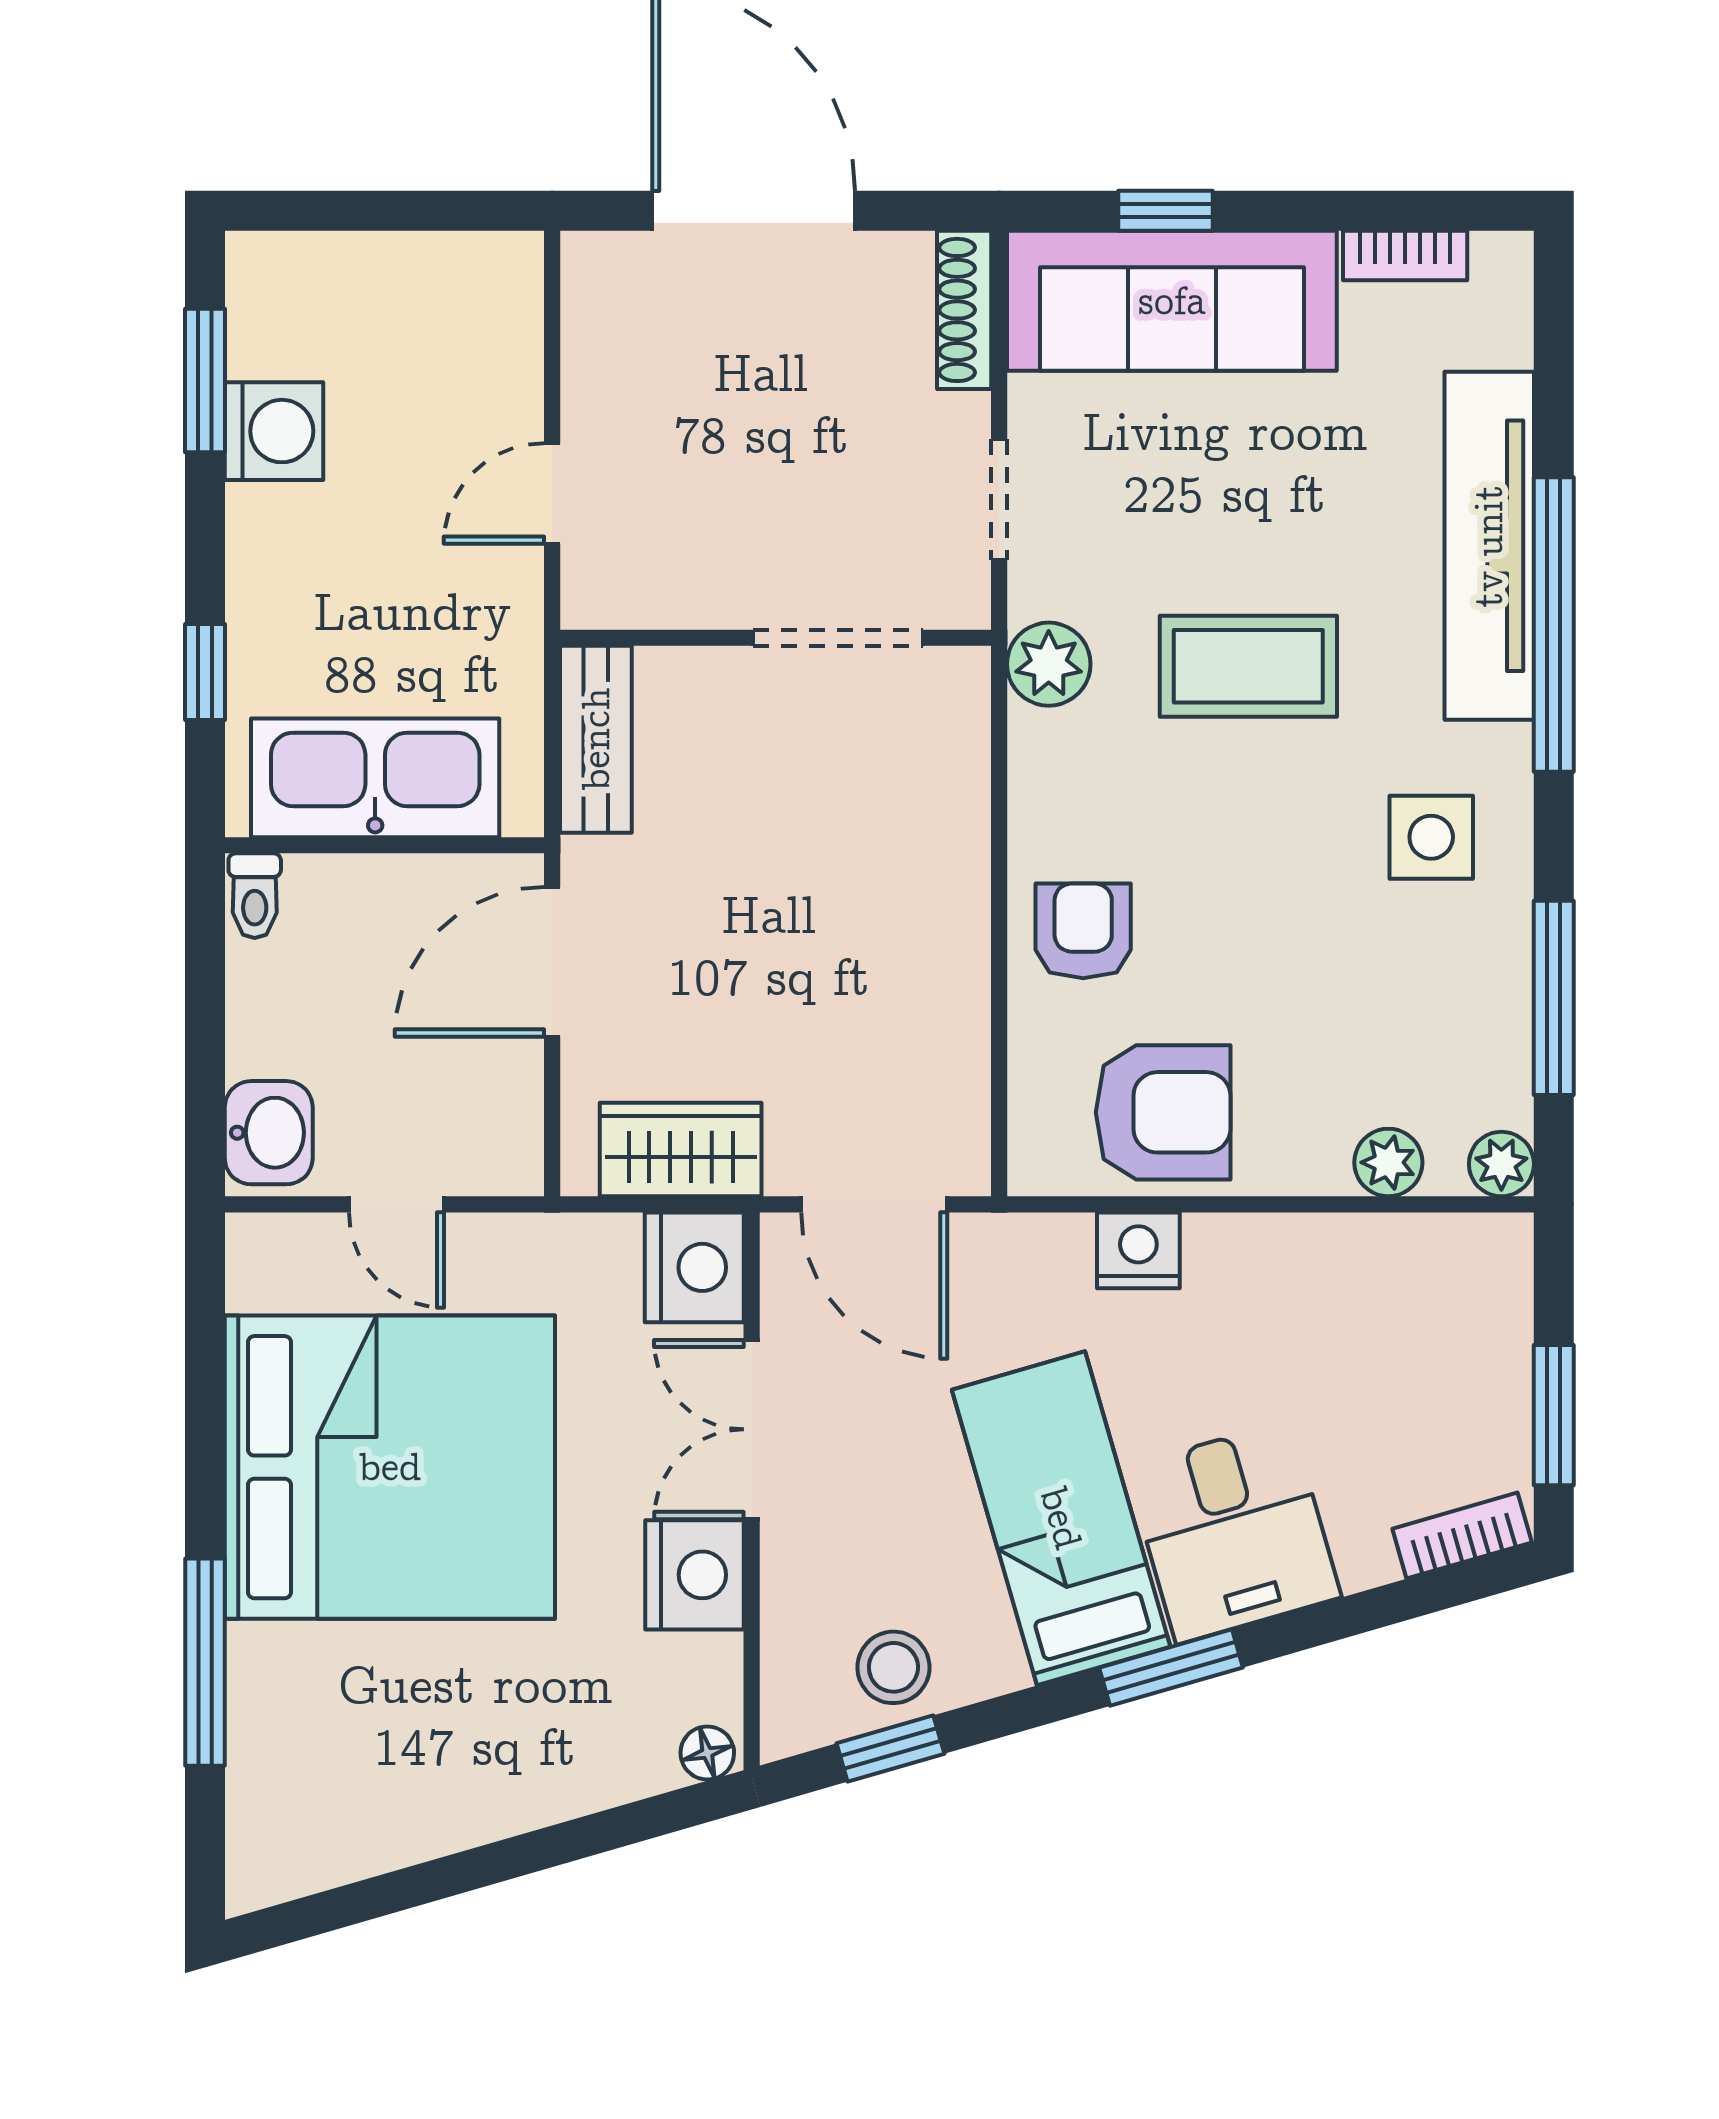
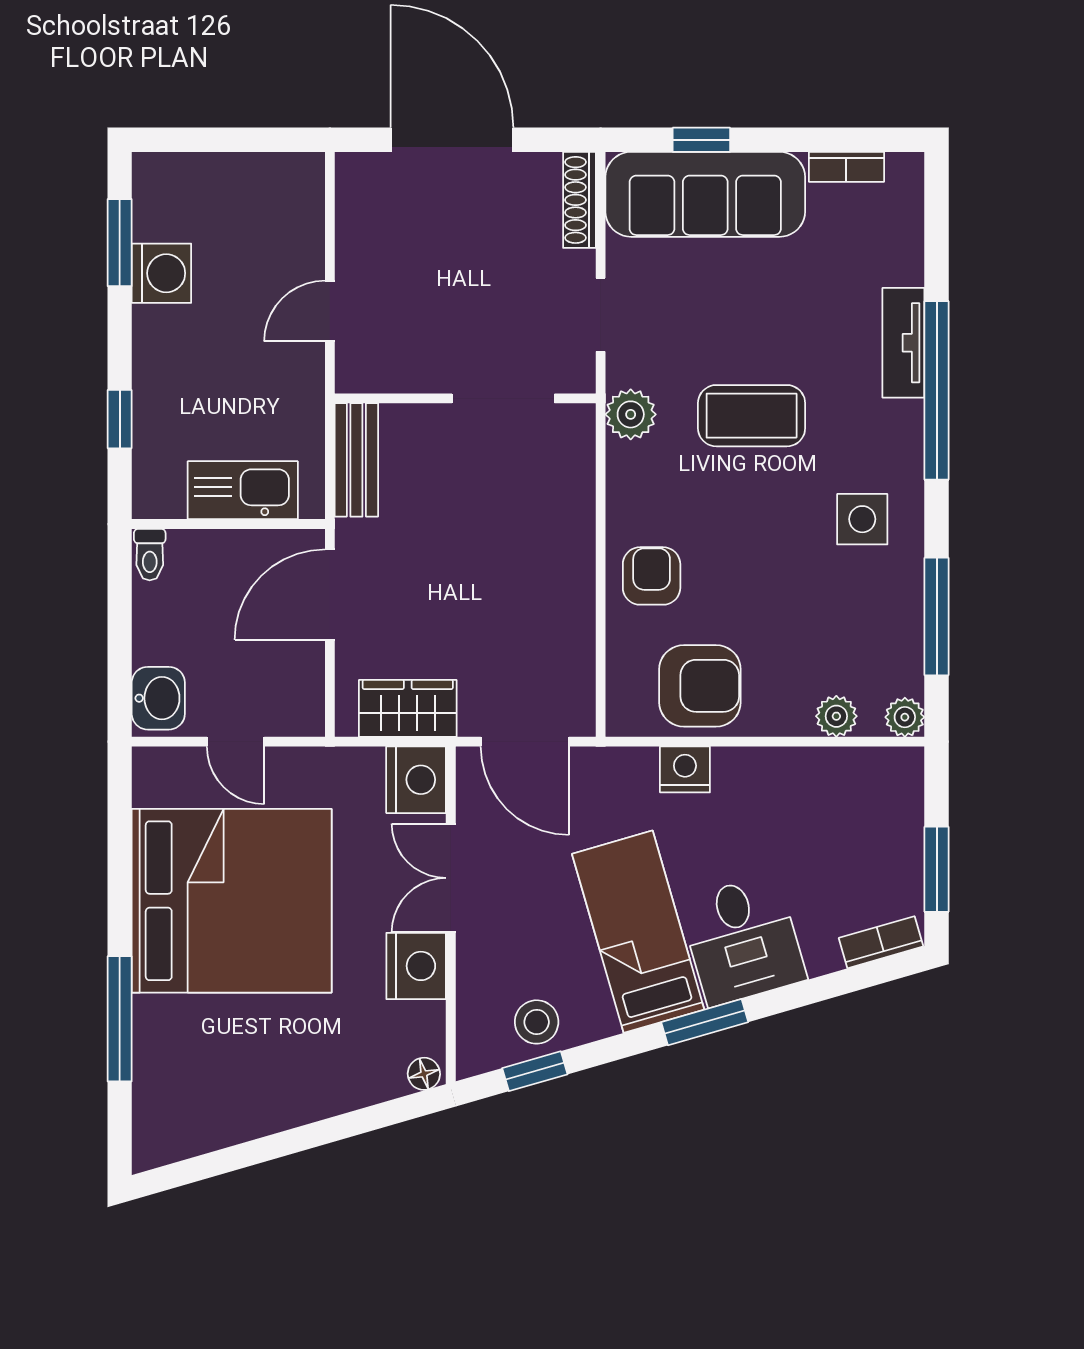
tv unit: (1489, 546) -> (903, 343), width x0.52, depth x0.78
kitchen sink: (375, 778) -> (243, 490), width x0.73, depth x0.81

